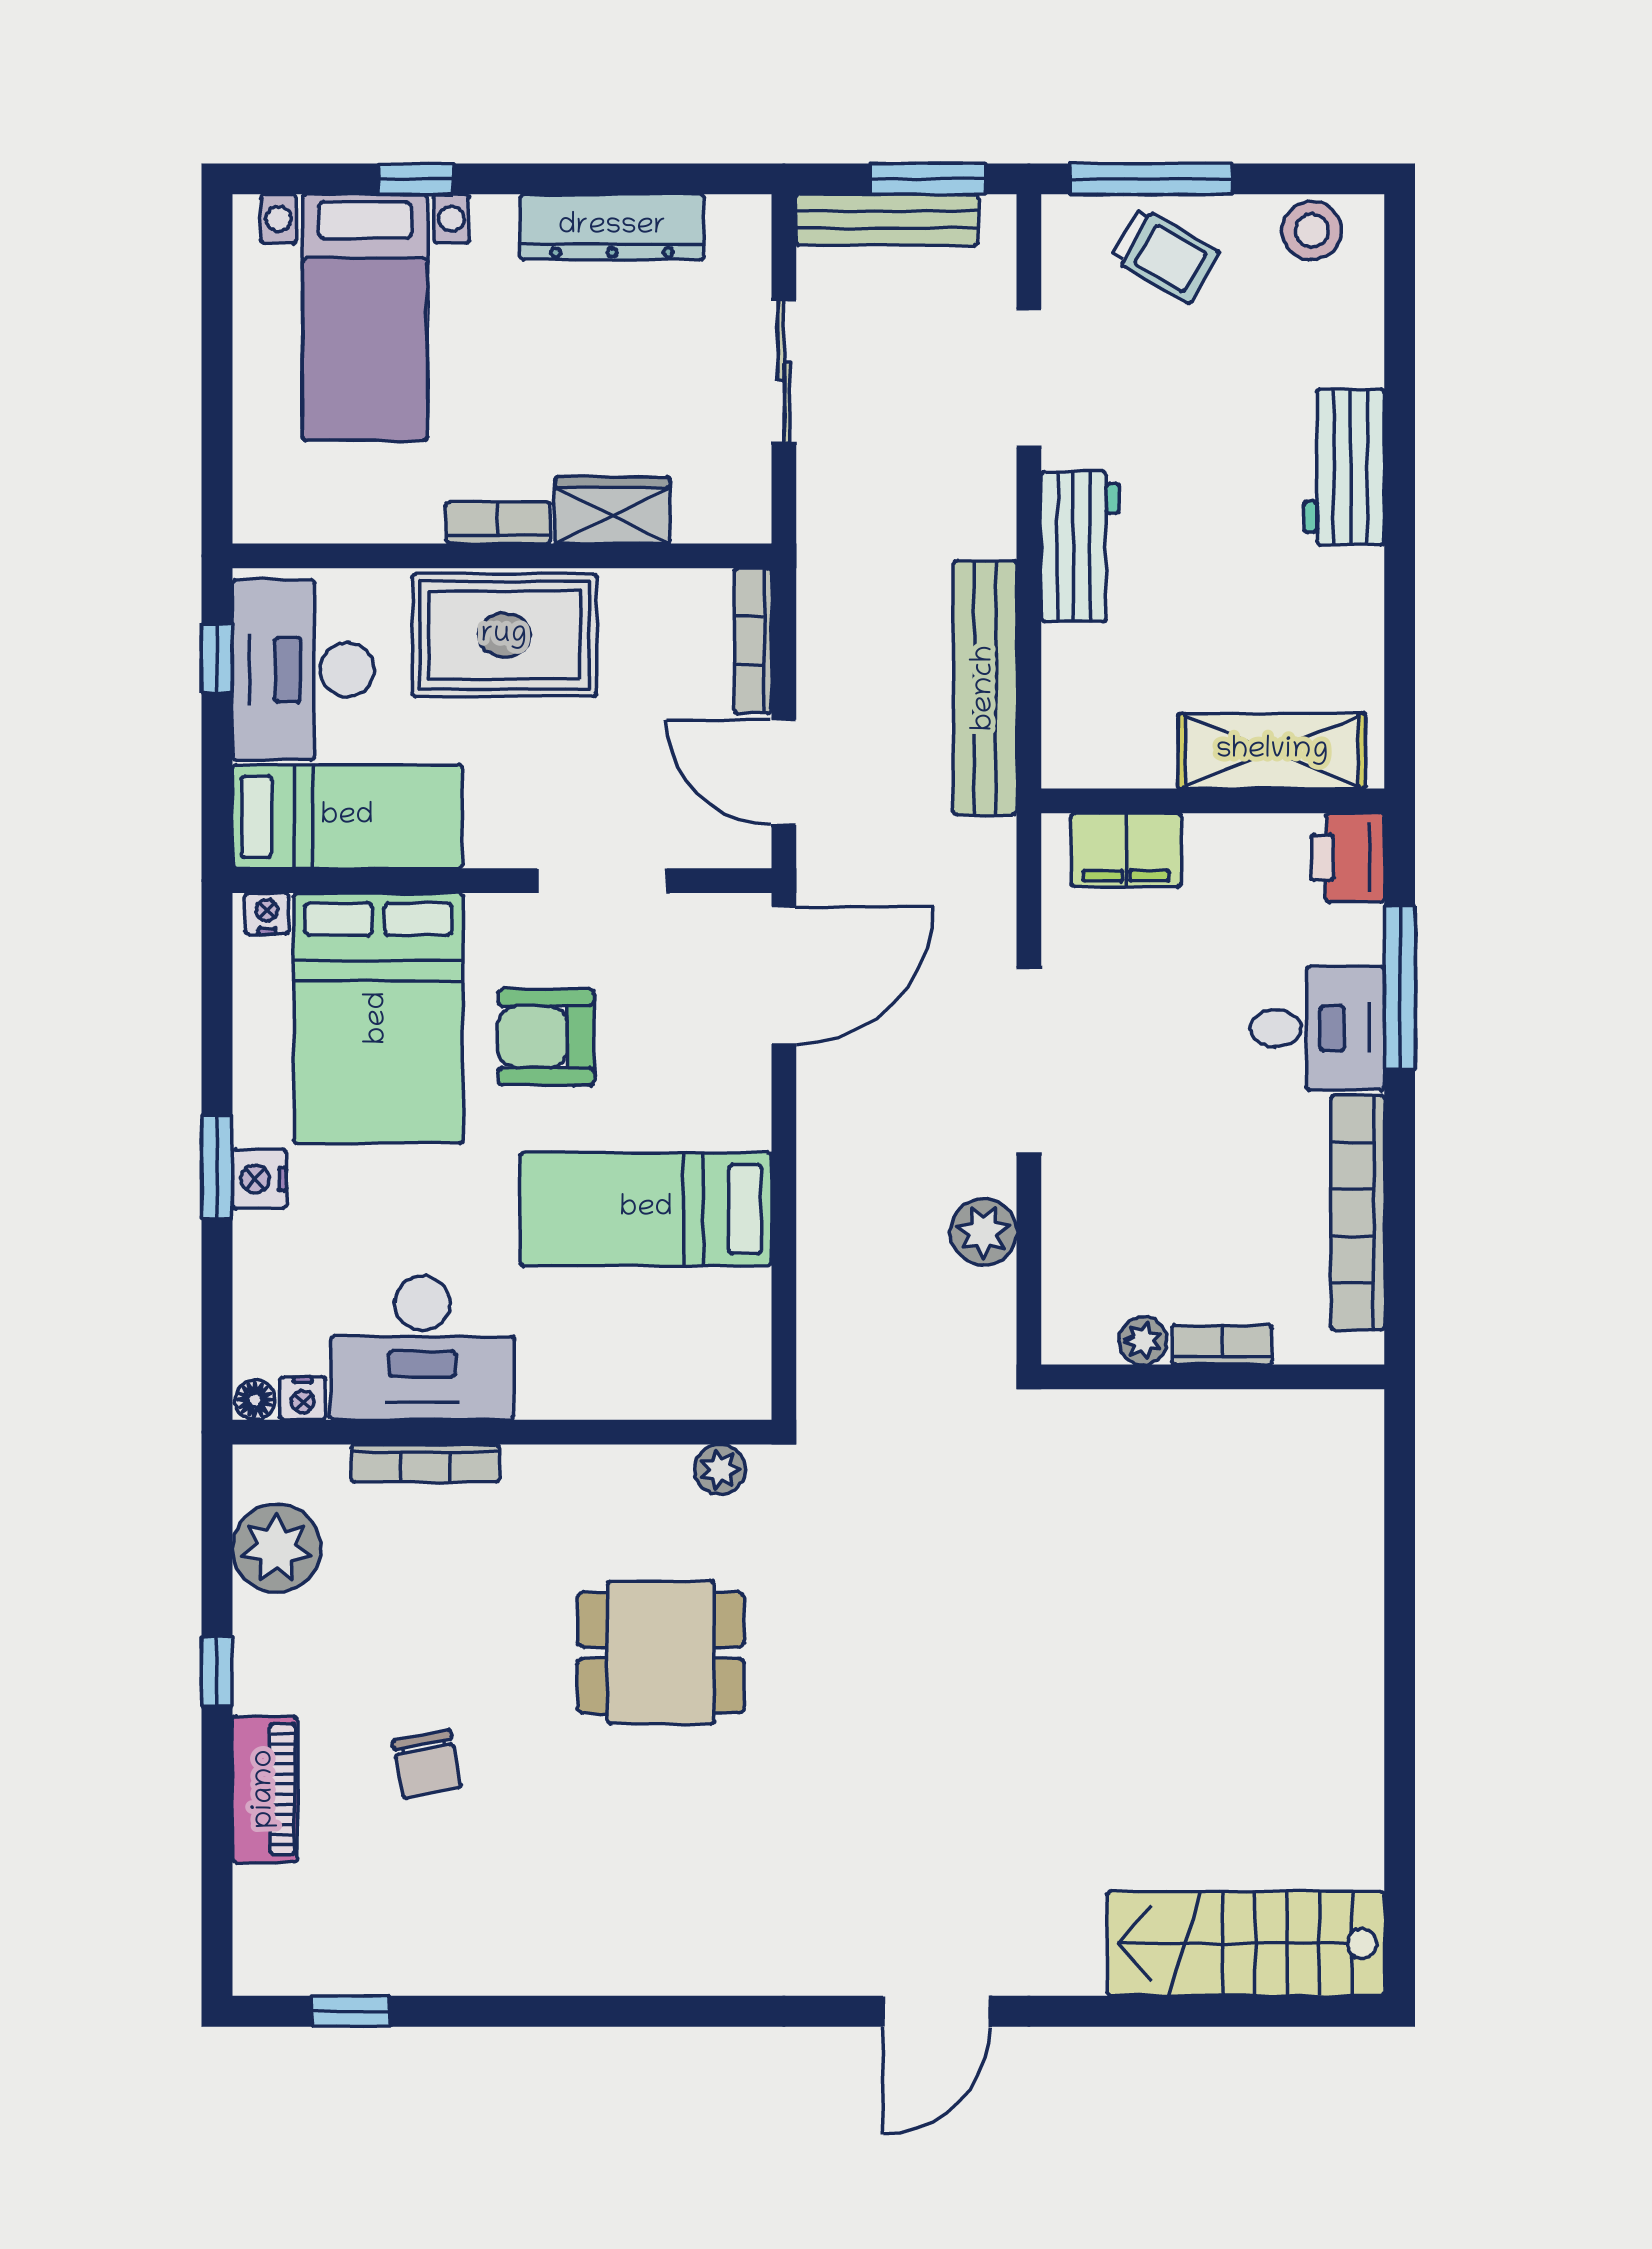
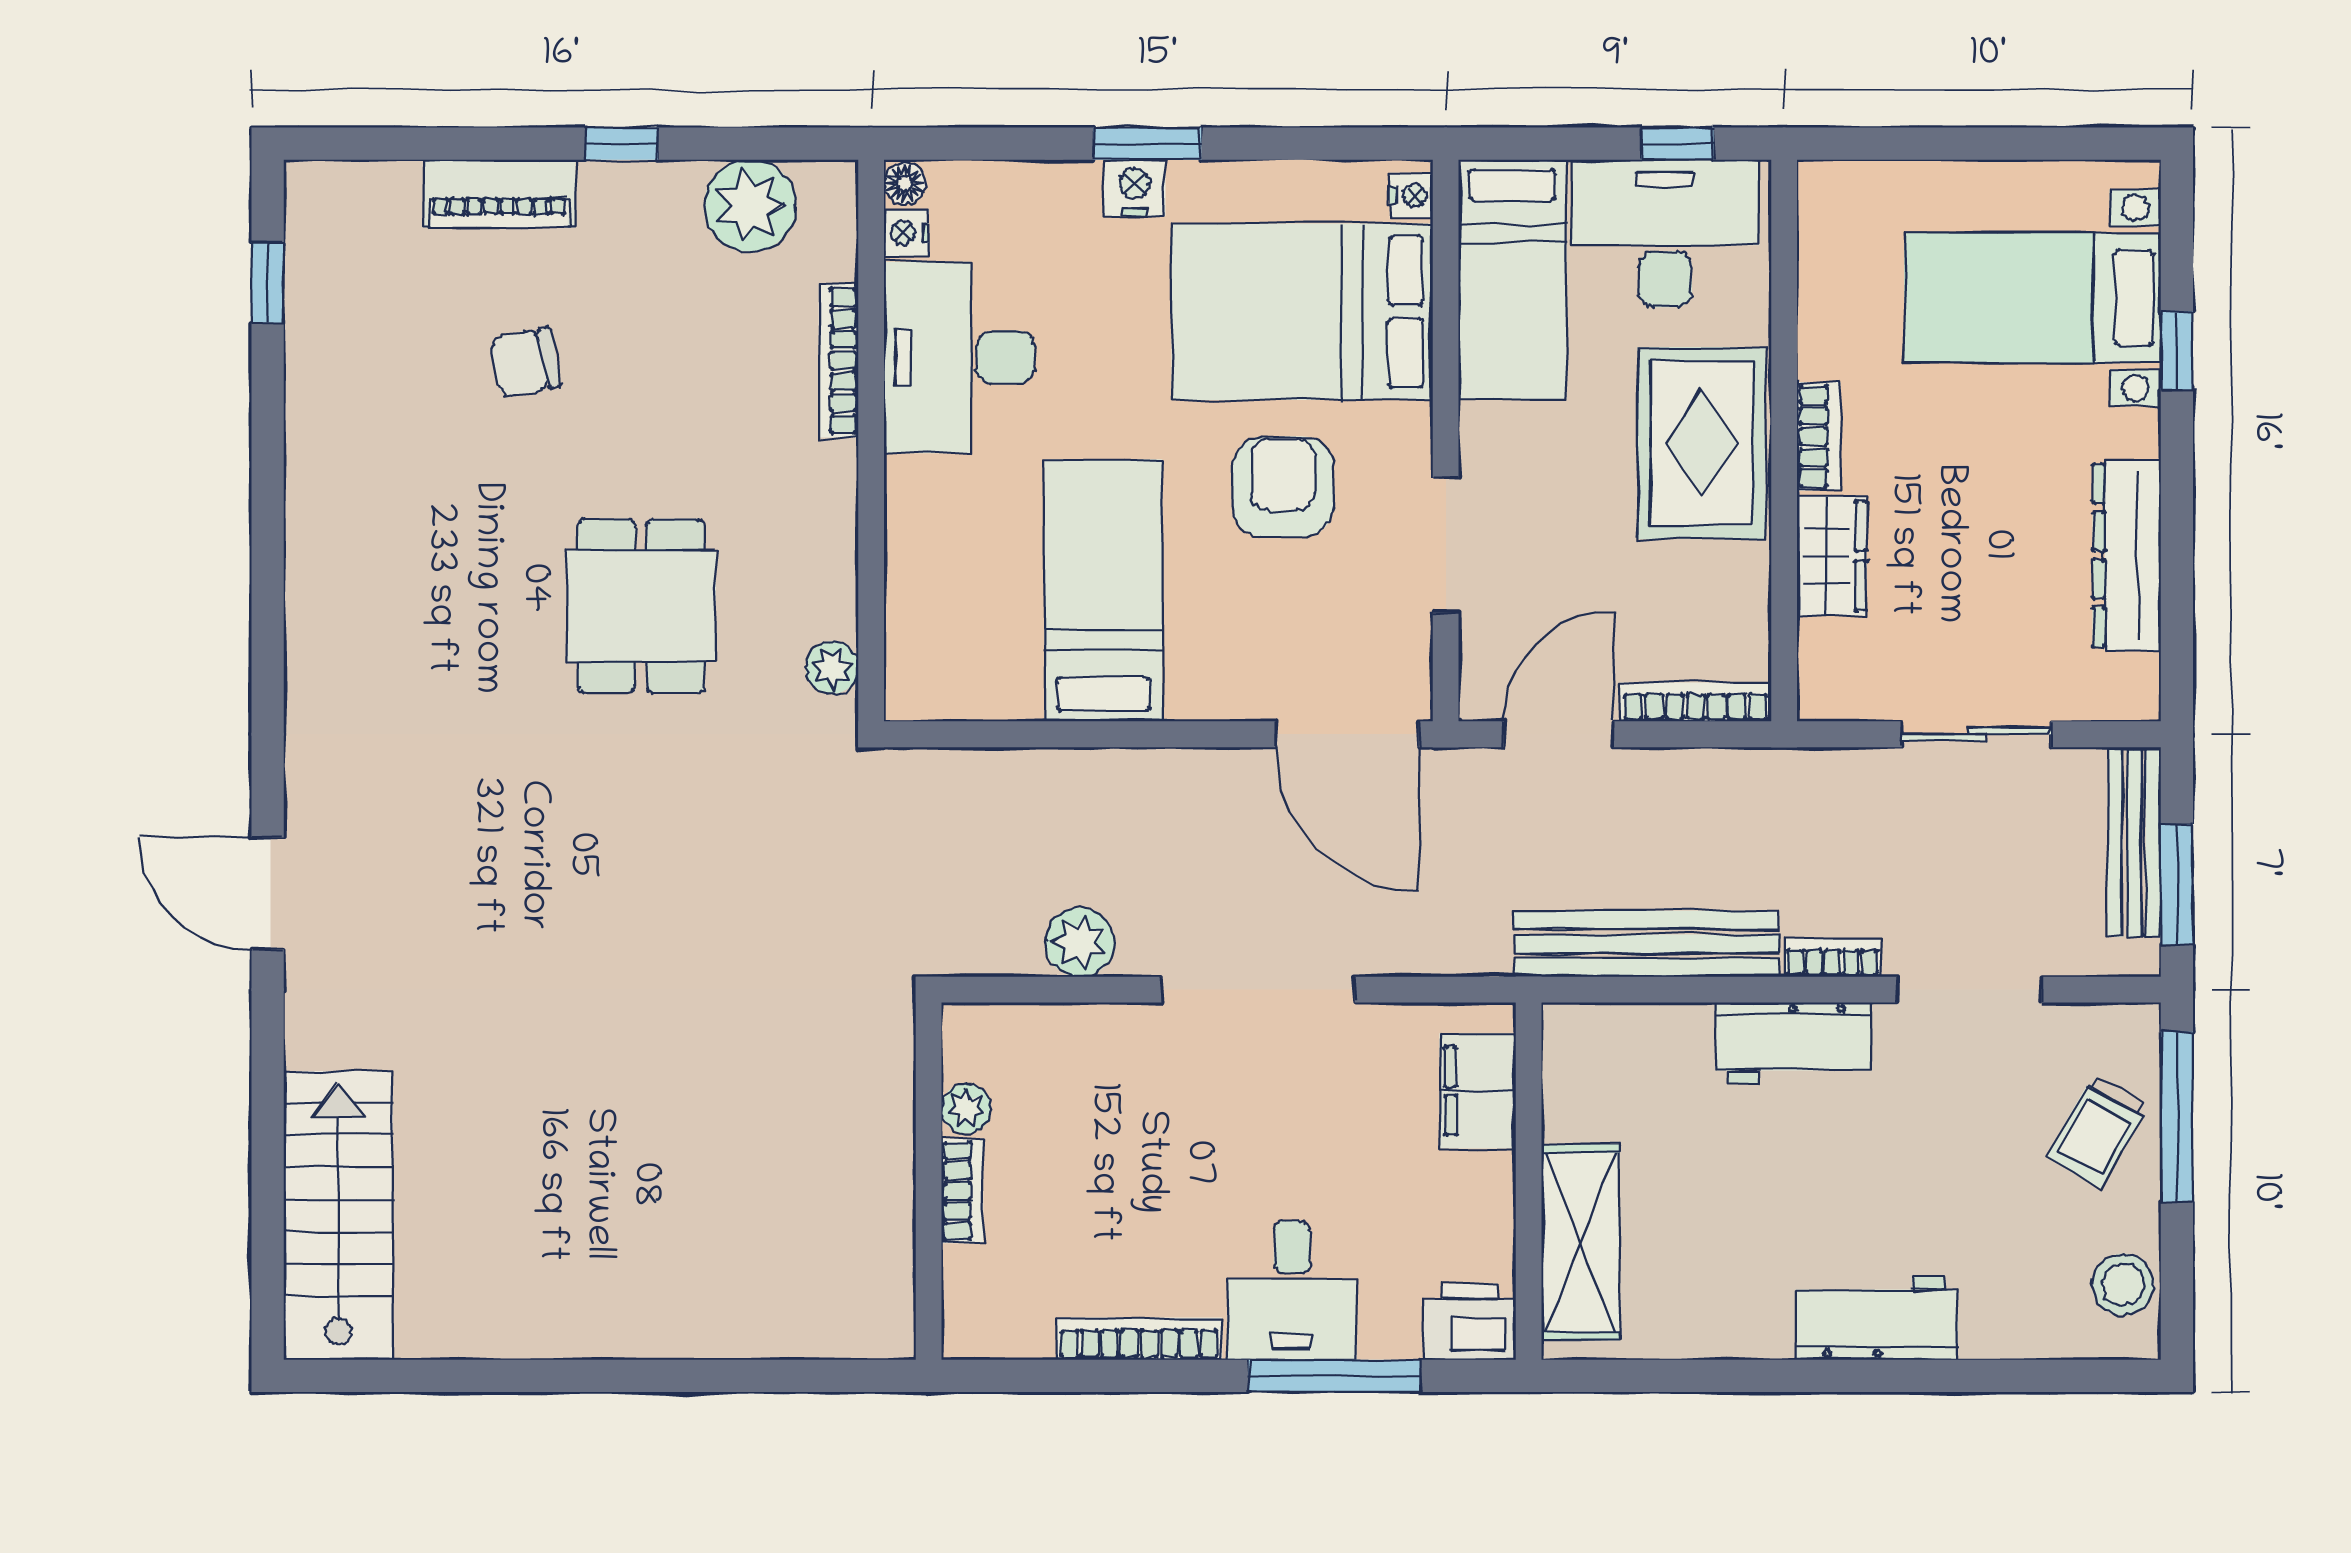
bookcase: (998, 509) -> (1832, 958), added
bookcase: (1358, 1213) -> (1139, 1339), width x0.68, depth x0.76

